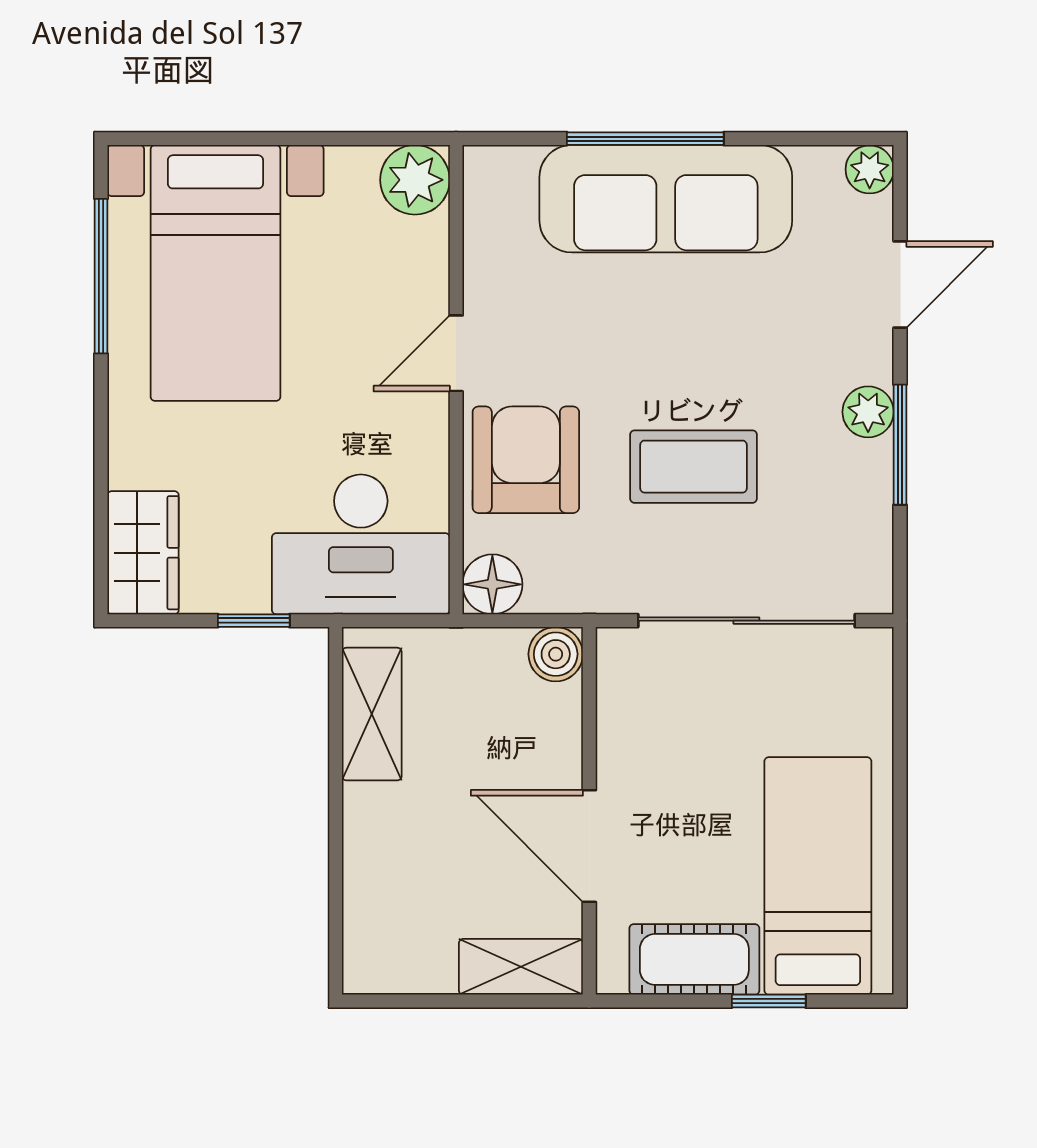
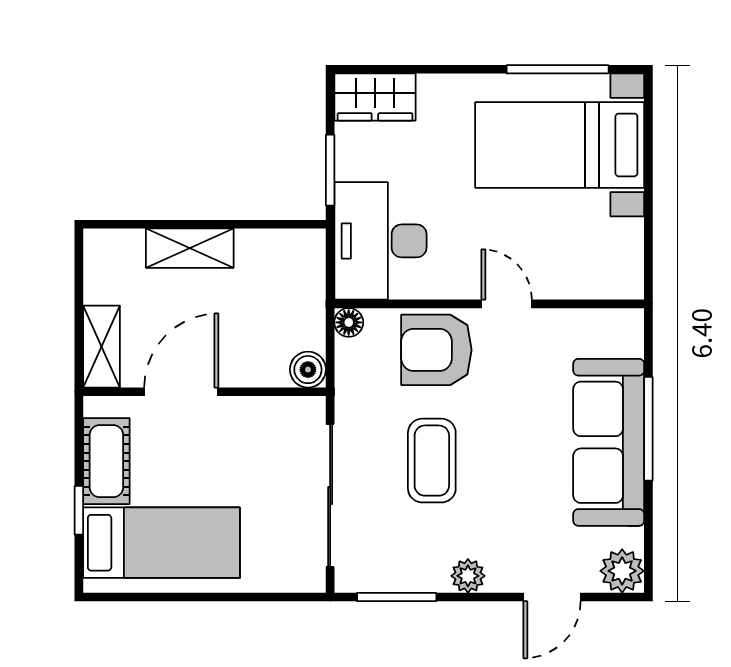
plant: (870, 169) -> (622, 571), width x1.38, depth x1.38
plant: (415, 180) -> (621, 277), removed
door: (900, 284) -> (552, 597), hinge flipped
window: (900, 445) -> (397, 597), moved
armchair: (526, 460) -> (436, 350), turned 180
floor lamp: (492, 584) -> (349, 322), width x0.73, depth x0.73
window: (254, 621) -> (330, 170), width x1.50
shelving: (372, 714) -> (190, 248), moved

